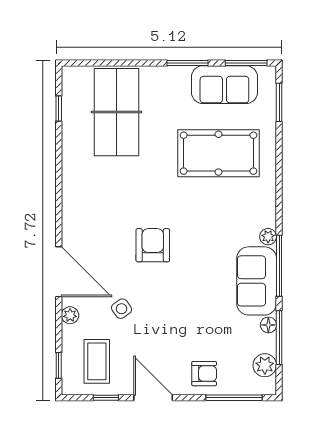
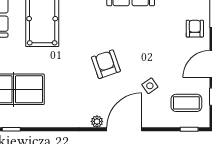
armchair: (153, 245) -> (106, 64), turned 71
plant: (70, 315) -> (97, 121), moved

